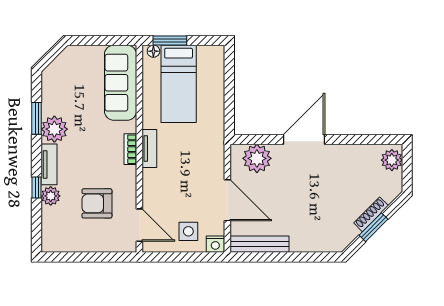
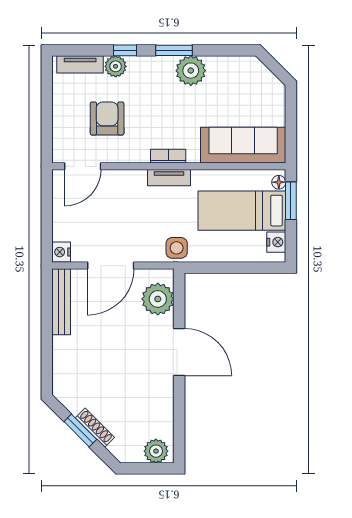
nightstand: (207, 53) -> (276, 242), added
window: (37, 118) -> (174, 50), moved
tv unit: (49, 164) -> (80, 64), moved
side table: (188, 231) -> (177, 248), moved

